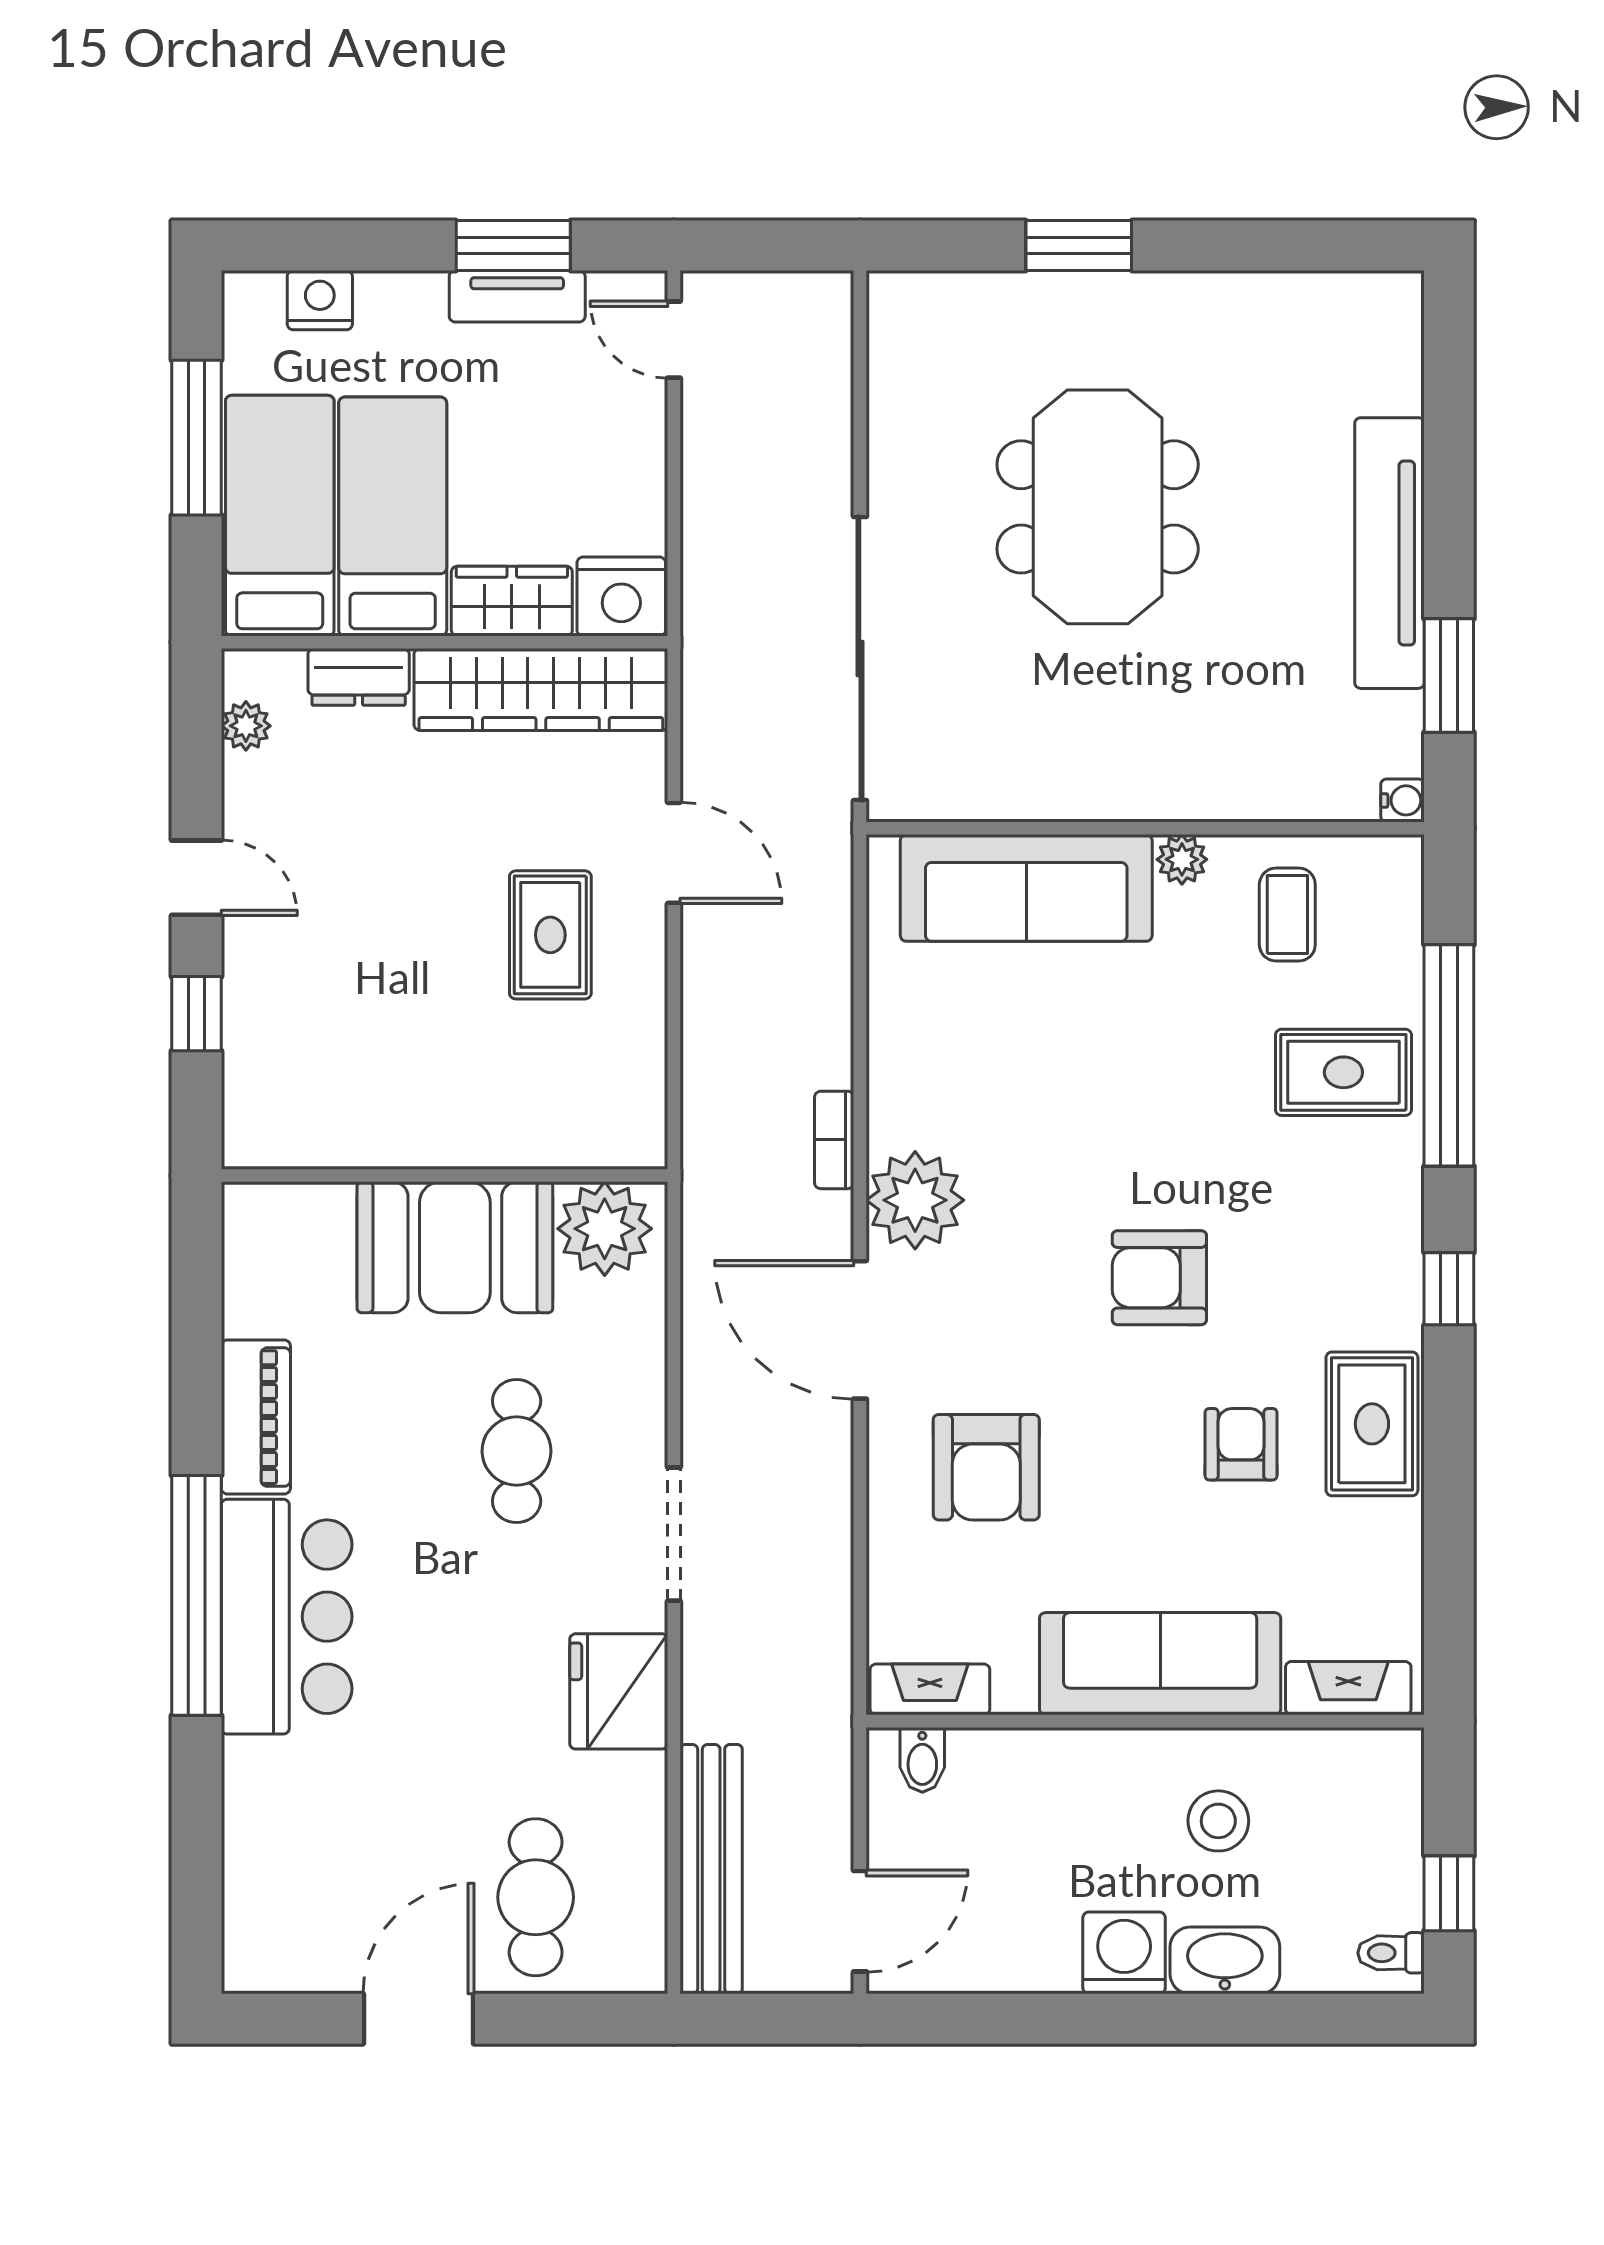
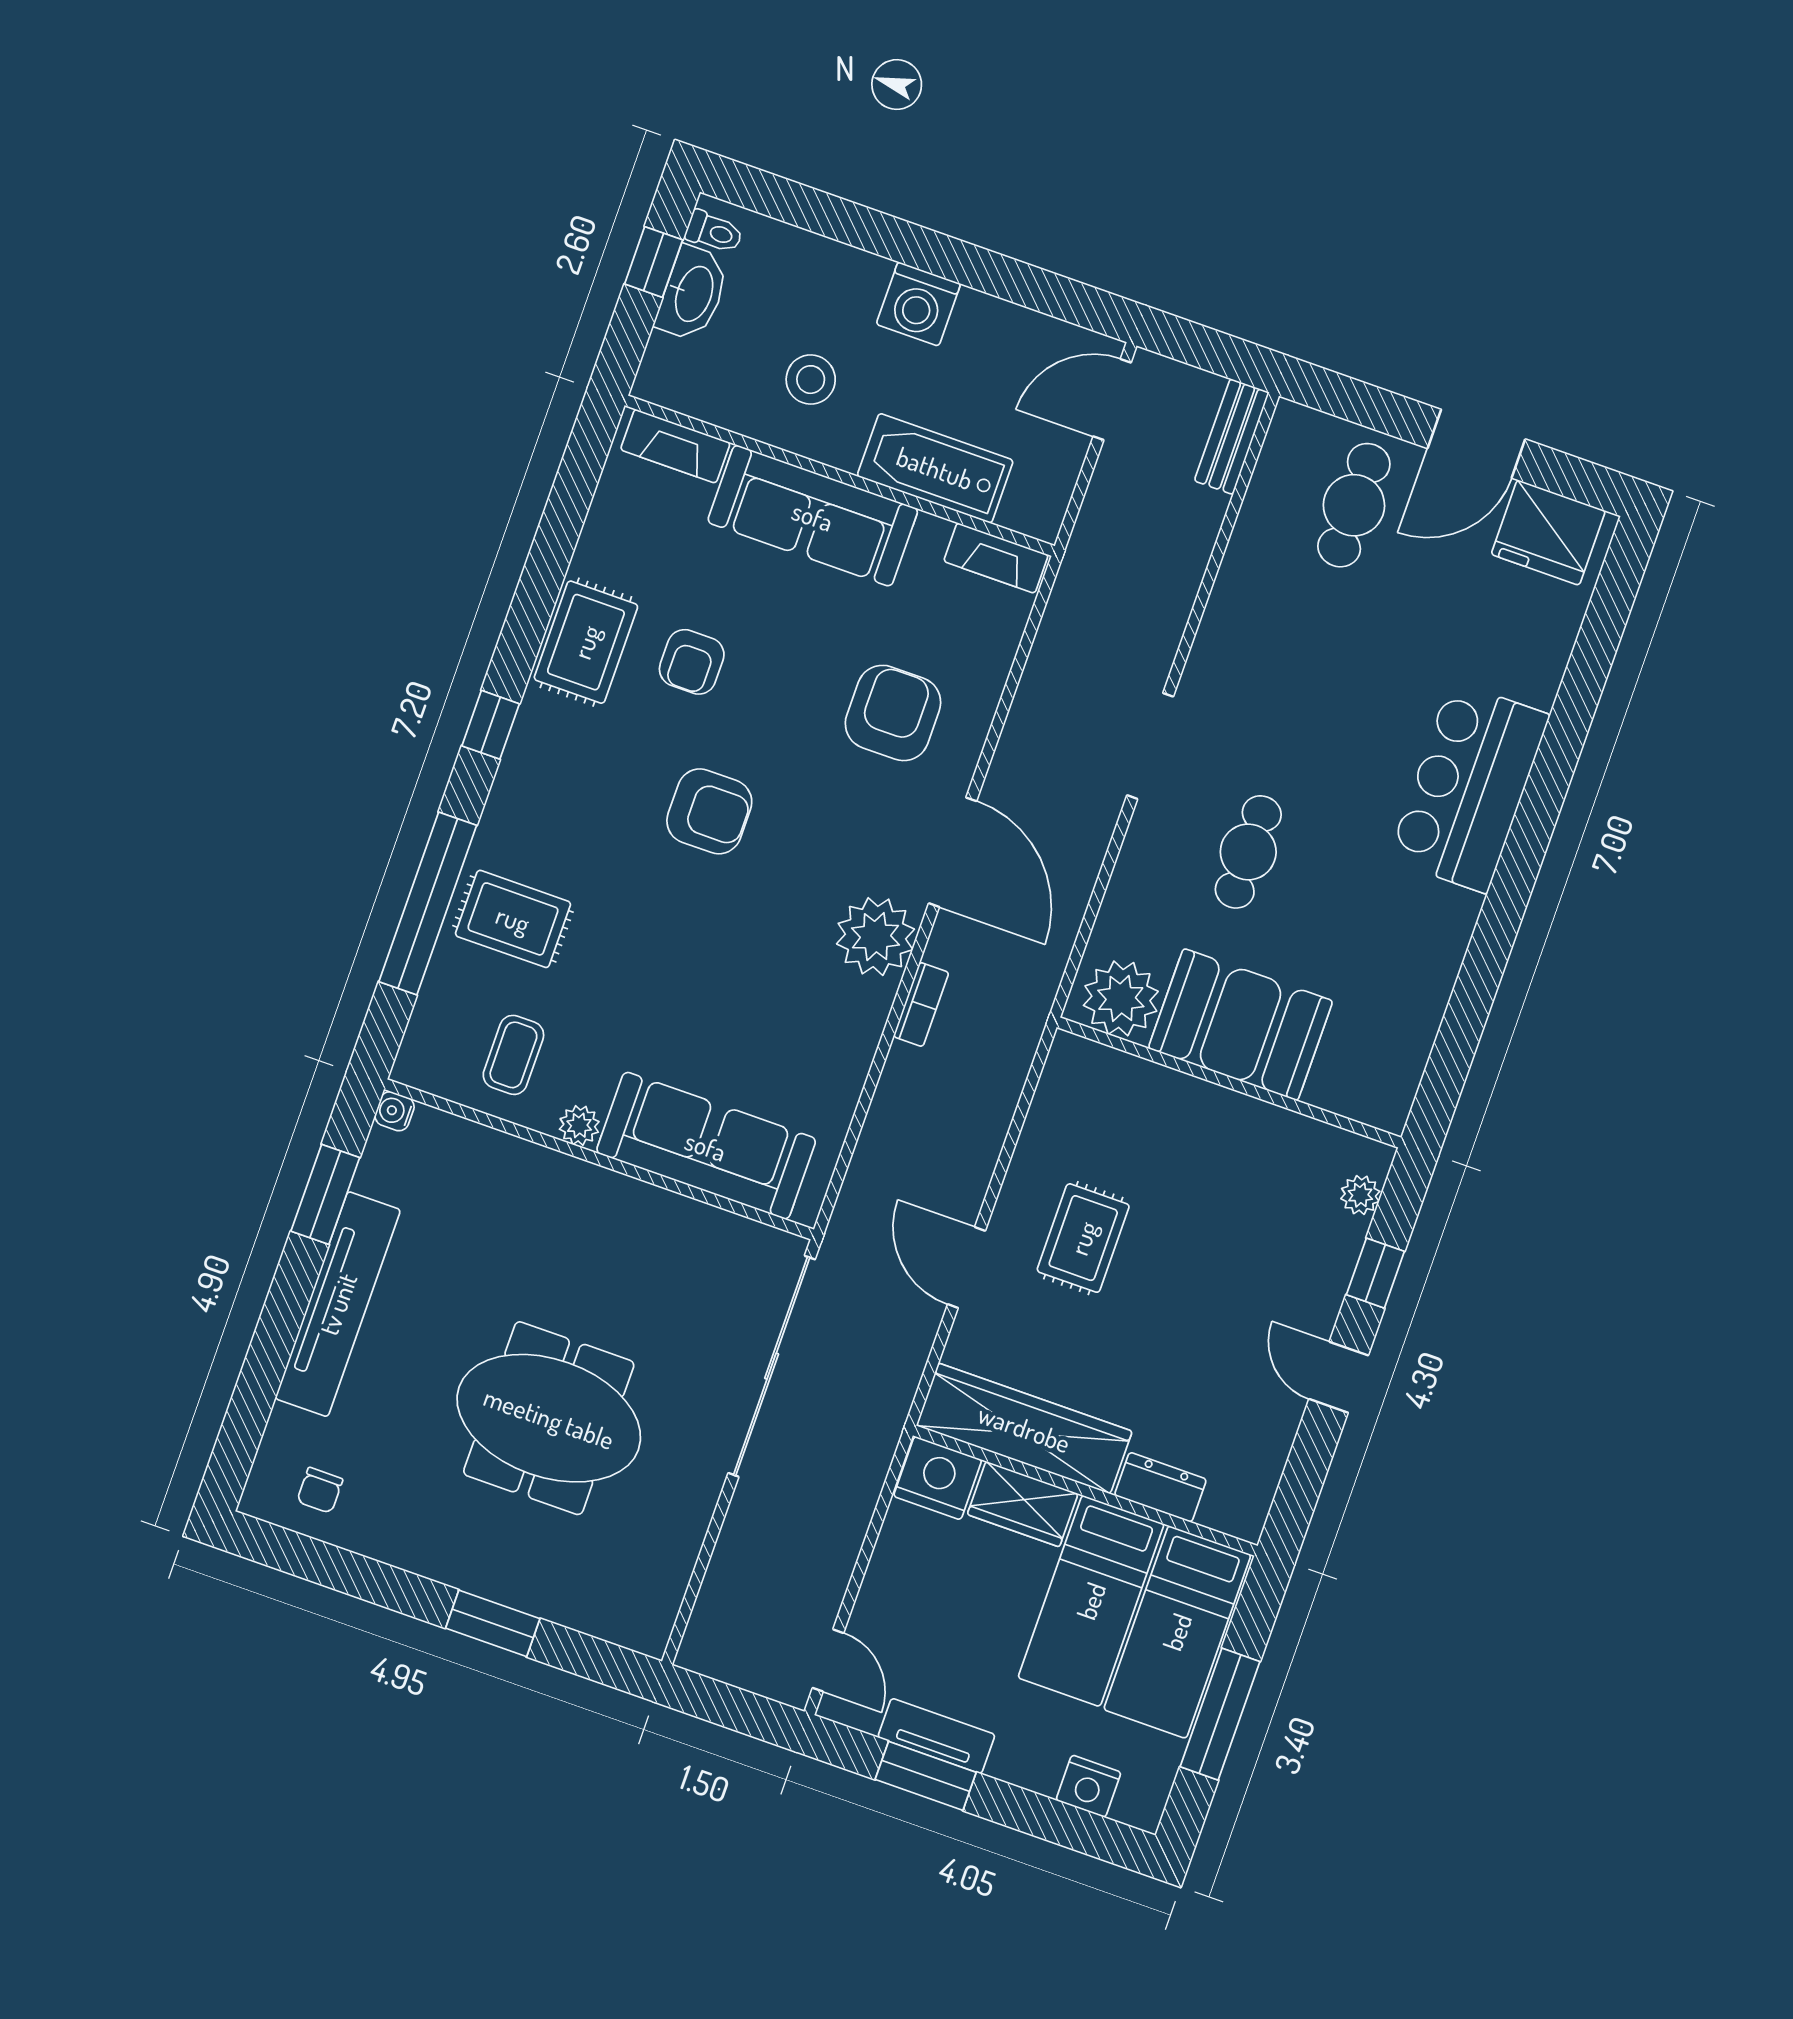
chair: (1334, 329) -> (320, 1490), added
meeting table: (1098, 507) -> (549, 1418), turned 90
plant: (246, 726) -> (1360, 1195), moved
piano: (256, 1417) -> (1439, 948), removed
window: (197, 1595) -> (1532, 828), removed
fridge: (619, 1691) -> (1548, 533), moved, turned 90
bidet: (922, 1760) -> (1021, 506), removed
bathtub: (1037, 1769) -> (935, 468), added
bench: (711, 1869) -> (1232, 437), width x0.54, depth x0.82
washbasin: (1225, 1960) -> (693, 293), moved, turned -90

